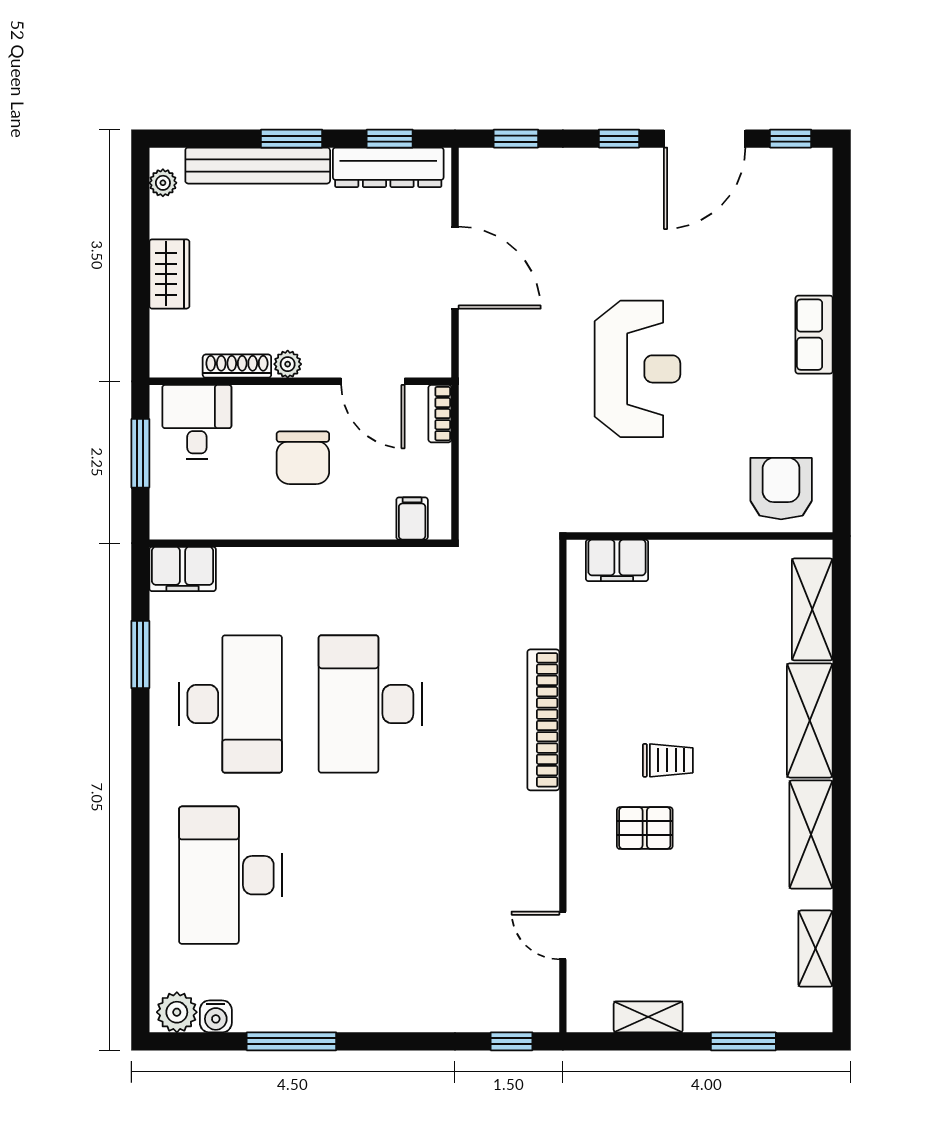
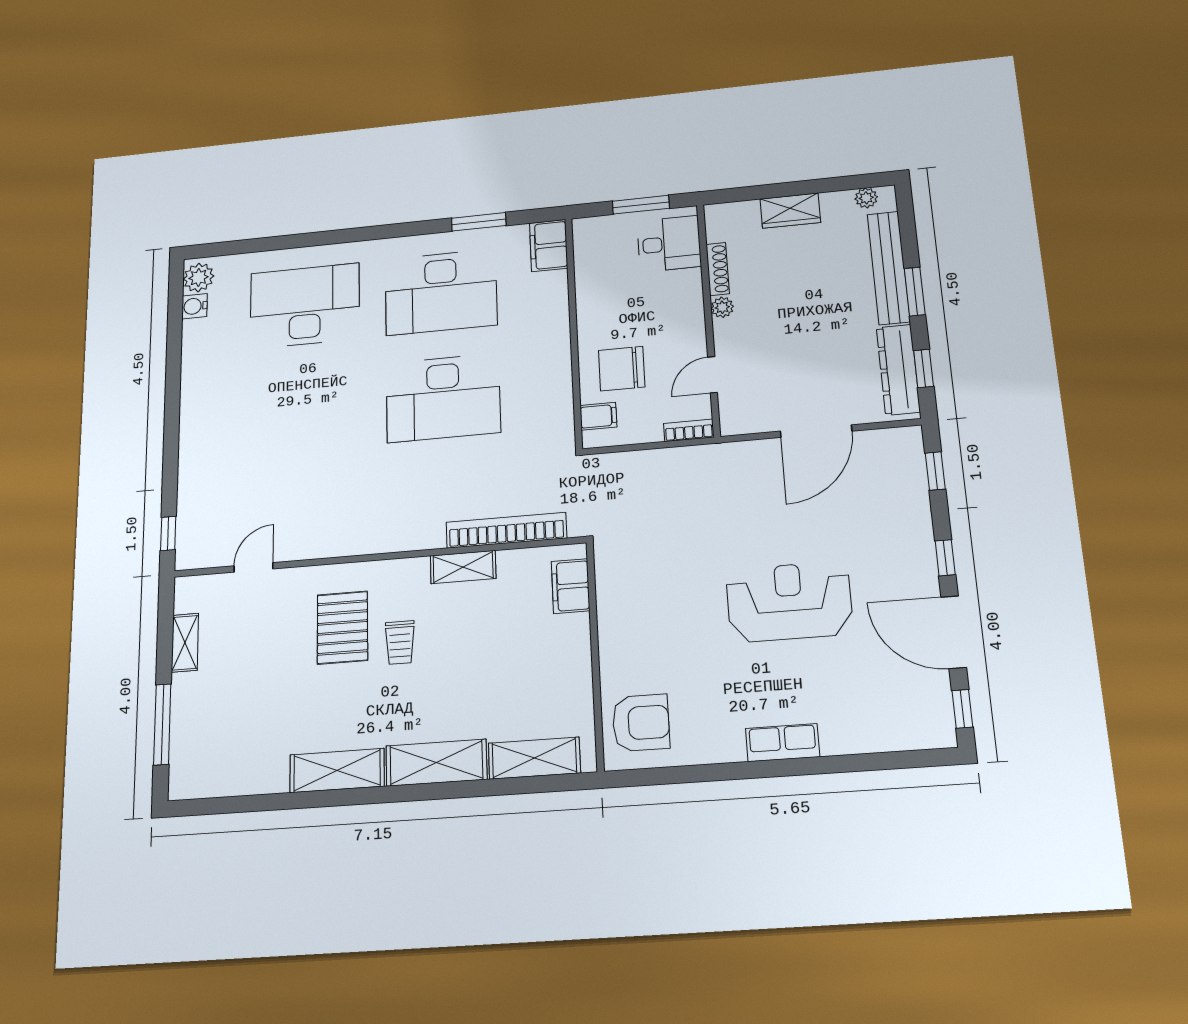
reception desk: (637, 369) -> (789, 602), moved, turned 180
door: (373, 381) -> (713, 375), width x0.73
chair: (303, 458) -> (622, 369), moved
desk: (370, 704) -> (443, 398), turned 180
bookcase: (543, 720) -> (506, 530), moved
pallet: (645, 828) -> (342, 628), width x1.50, depth x1.42
shelving: (816, 949) -> (463, 567), moved
window: (291, 1041) -> (174, 364), removed
window: (743, 1041) -> (162, 724), width x1.44

